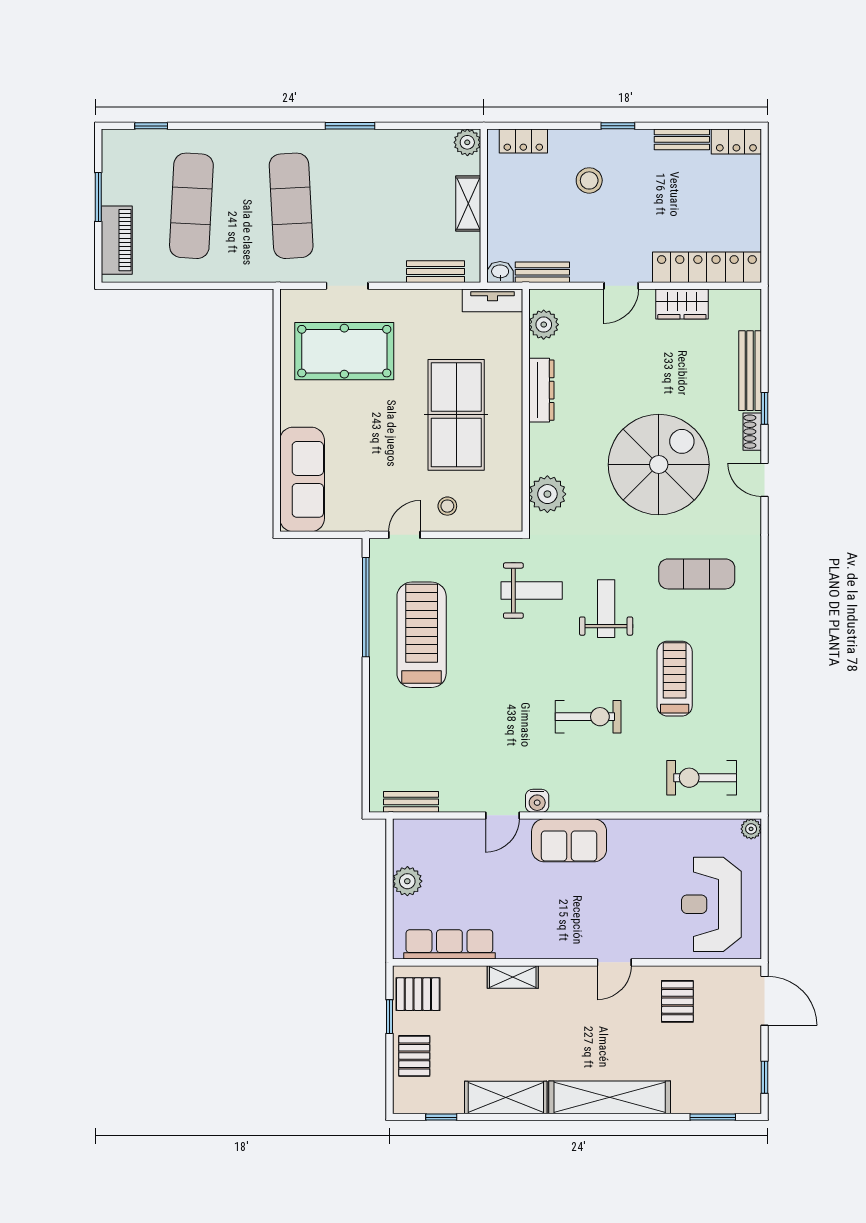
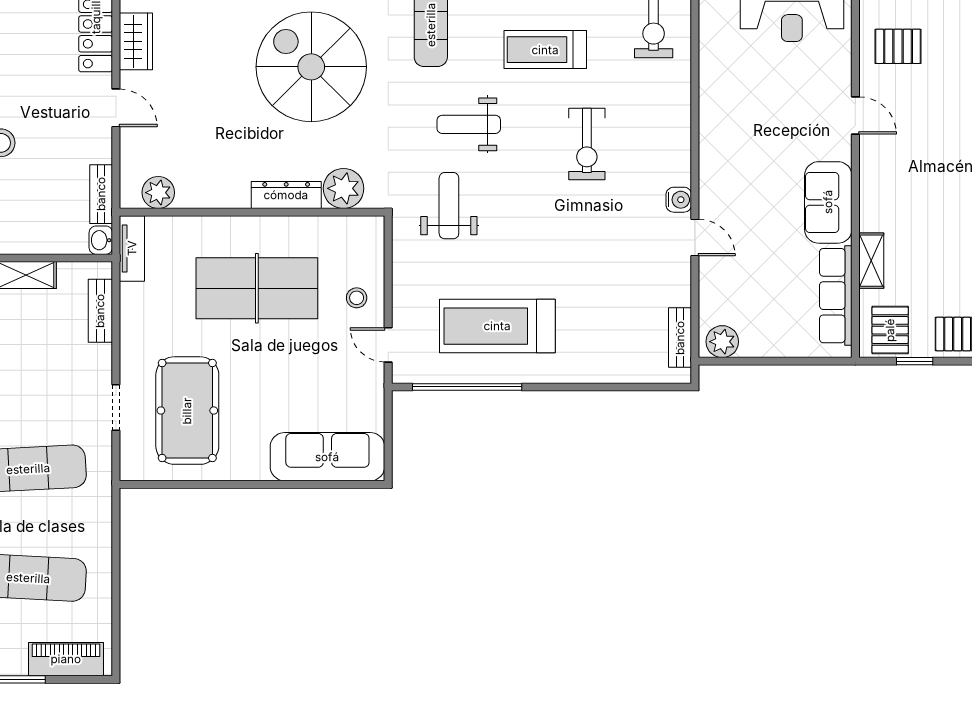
dresser: (541, 390) -> (286, 195), moved
exercise bike: (588, 717) -> (587, 144), turned 180
sofa: (569, 840) -> (828, 202), moved, turned 180
plant: (407, 881) -> (722, 342), moved
shelving: (513, 977) -> (871, 261), moved

